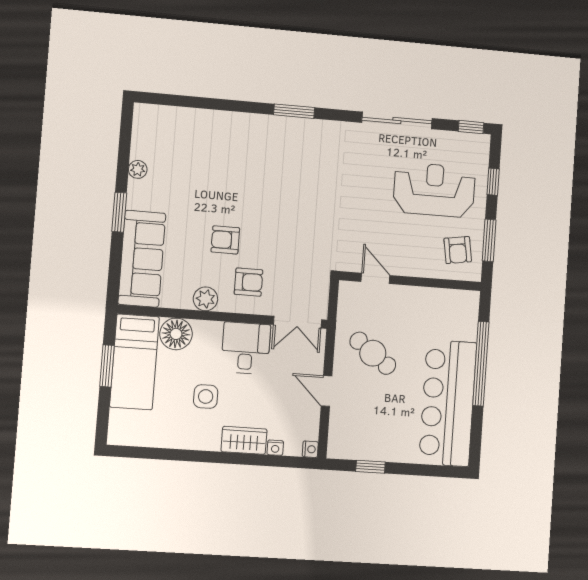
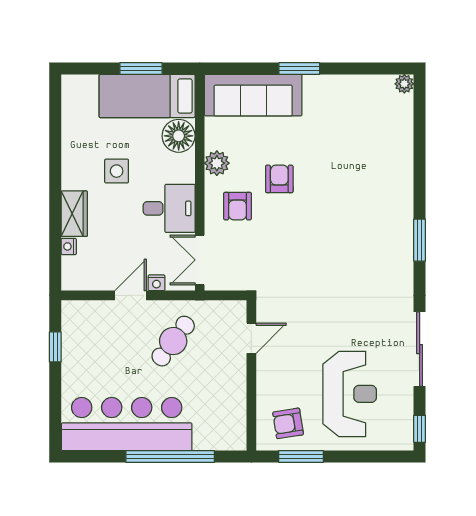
plant: (138, 169) -> (404, 84), moved
window: (493, 182) -> (364, 456), removed
nightstand: (310, 449) -> (156, 283), moved

